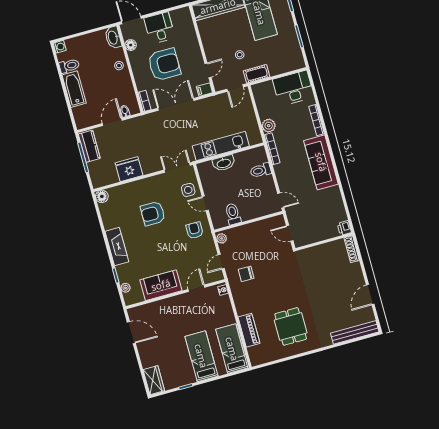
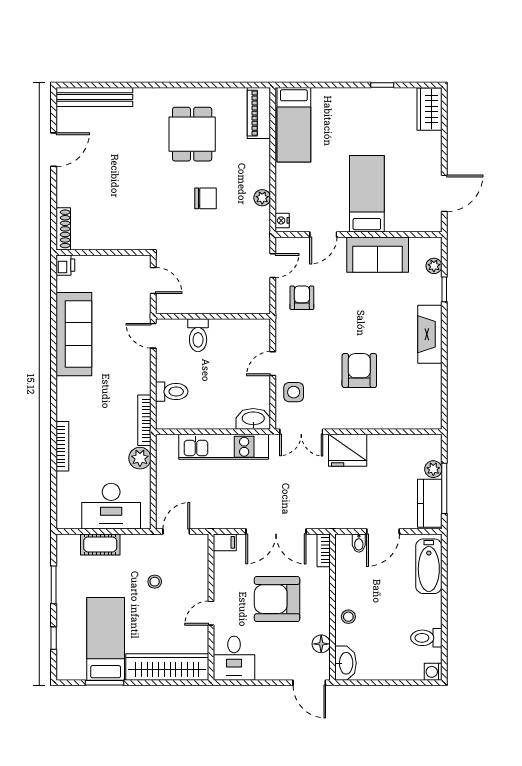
desk: (159, 28) -> (234, 658), moved
door: (208, 70) -> (211, 613), moved
cot: (257, 74) -> (100, 544), moved
desk: (293, 88) -> (111, 506), moved
bathtub: (74, 89) -> (429, 566), moved
sofa: (321, 162) -> (74, 334), moved
washbasin: (224, 163) -> (253, 419), moved
plant: (93, 167) -> (433, 469), added
fridge: (129, 169) -> (348, 450), moved
floor lamp: (102, 196) -> (432, 419), removed
door: (205, 203) -> (273, 364), swing flipped
armchair: (153, 213) -> (359, 371), turned -90
toilet: (233, 214) -> (198, 335), moved
armchair: (195, 230) -> (302, 298), moved, turned 180
plant: (222, 238) -> (262, 198), moved
chair: (246, 274) -> (205, 198), moved
piano: (249, 330) -> (259, 113), moved
door: (131, 333) -> (444, 193), swing flipped
bed: (201, 356) -> (367, 194), moved, turned 180

